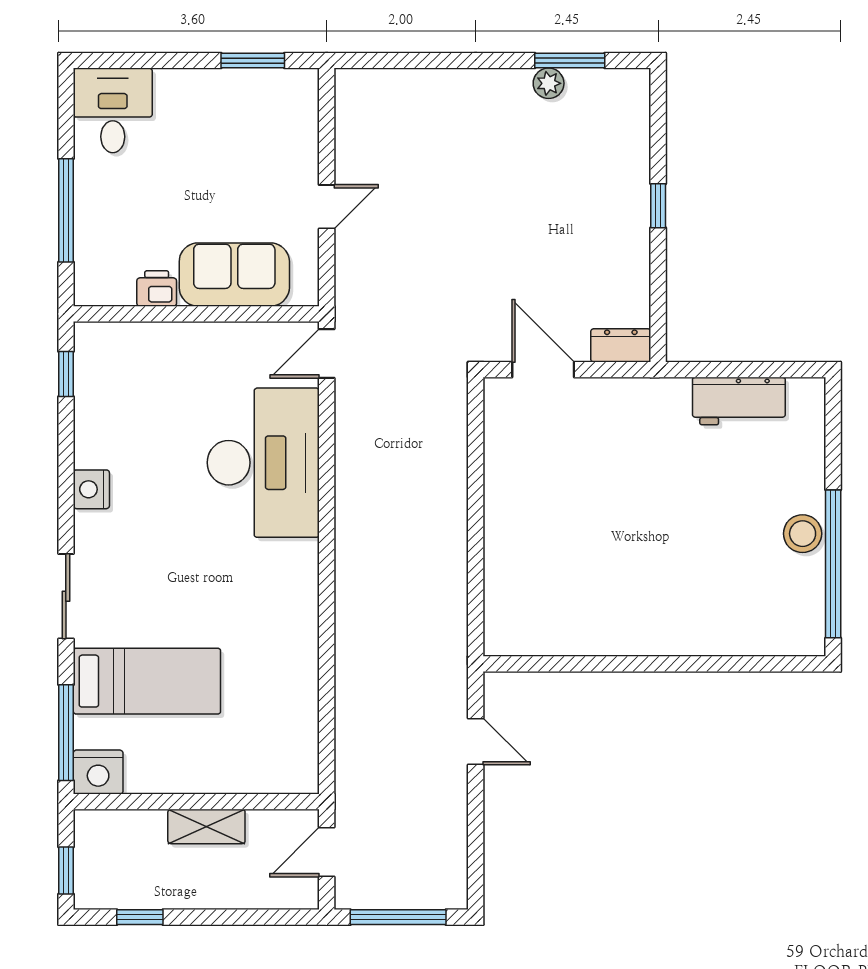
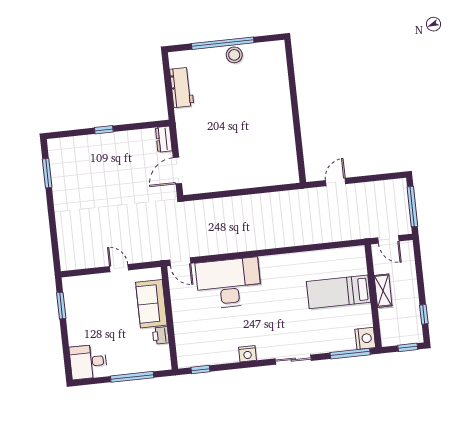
plant: (549, 83) -> (58, 181), removed
window: (833, 564) -> (223, 43), moved
bed: (147, 681) -> (339, 292), moved, turned -90

